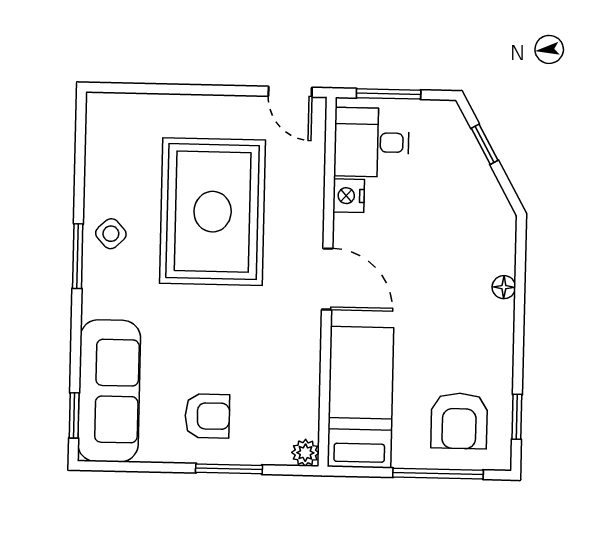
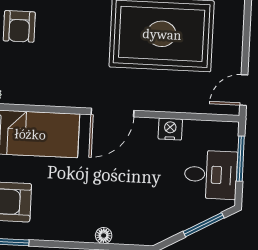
desk: (372, 142) -> (211, 175), moved, turned 90
window: (485, 144) -> (204, 225), width x1.50

